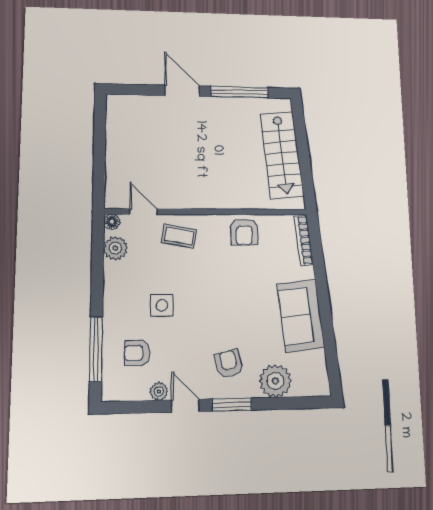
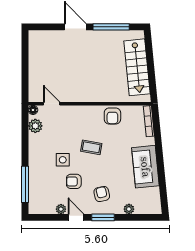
coffee table: (179, 236) -> (91, 147), moved
armchair: (137, 353) -> (74, 181), moved
plant: (275, 381) -> (129, 209), width x0.53, depth x0.53

